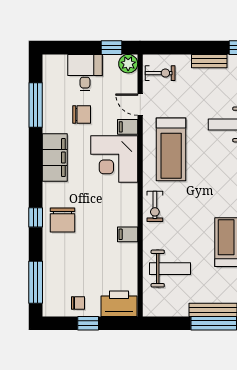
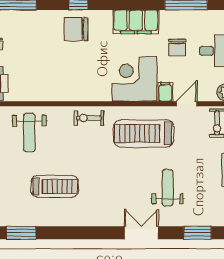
filing cabinet: (128, 234) -> (62, 92), removed

